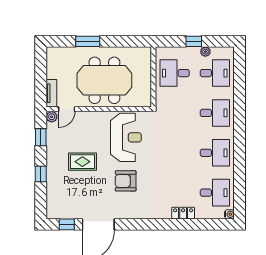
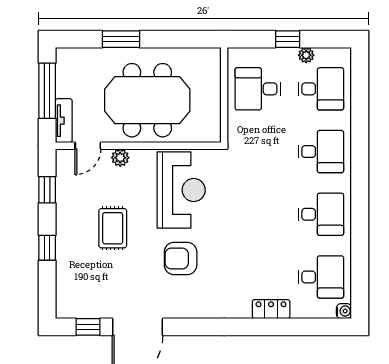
window: (41, 74) -> (47, 91), added
plant: (52, 117) -> (120, 158), moved
rug: (82, 162) -> (113, 228), turned 90

